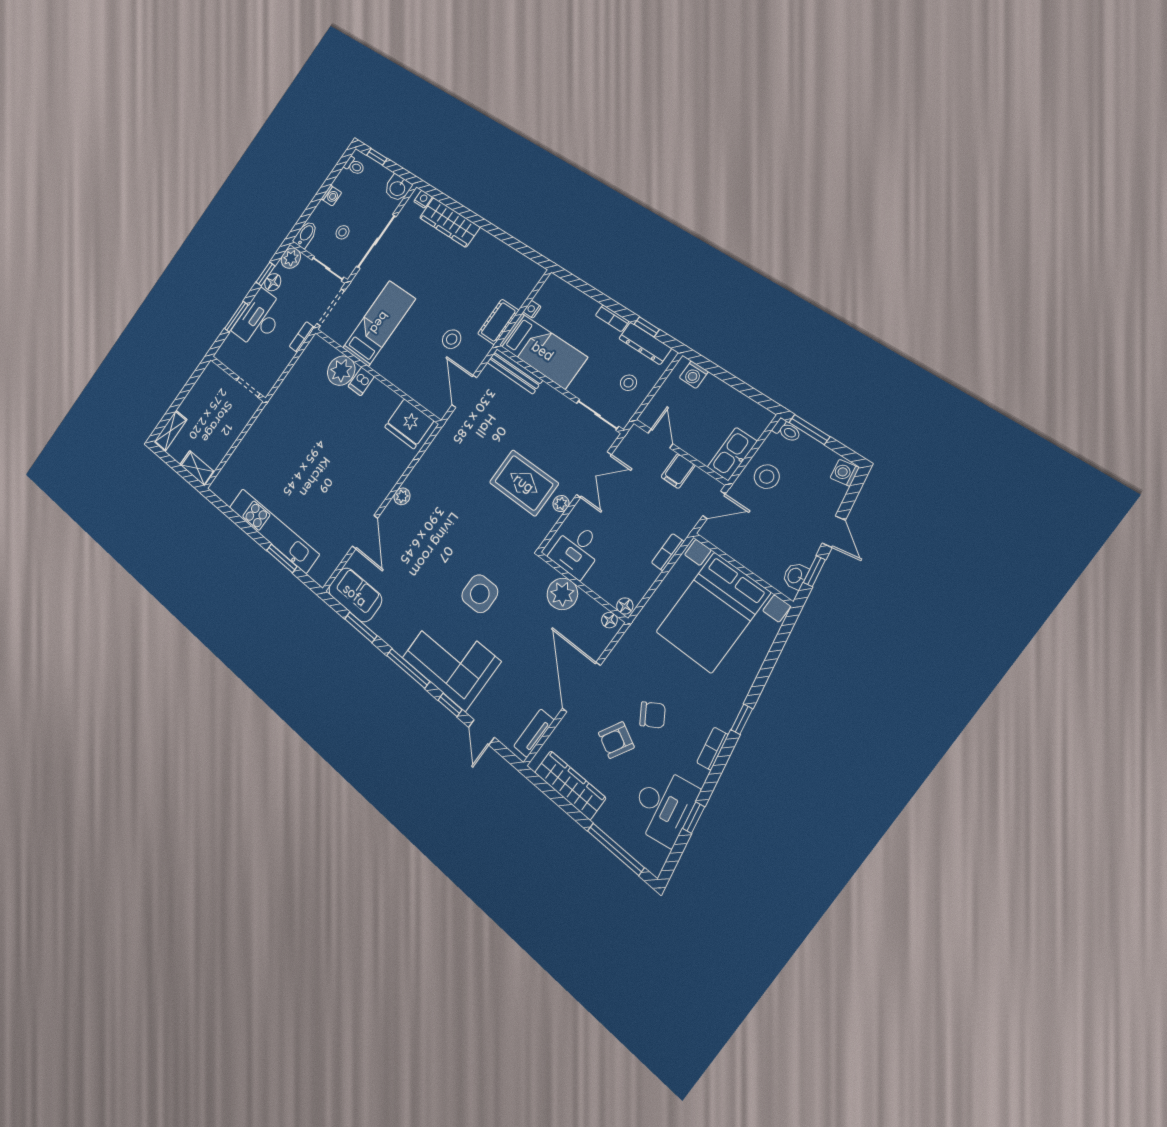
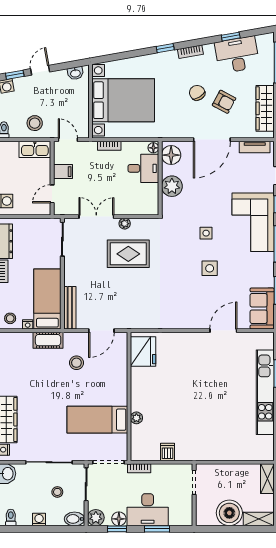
plant: (341, 371) -> (136, 418), width x0.53, depth x0.53
dishwasher: (361, 381) -> (168, 452), moved, turned -90
stool: (628, 383) -> (10, 318), moved
boiler: (197, 404) -> (229, 513), added
rug: (524, 483) -> (128, 254), turned 90
plant: (402, 496) -> (187, 323), removed
desk: (577, 550) -> (143, 168), moved
side table: (439, 568) -> (210, 268), added
window: (814, 571) -> (15, 75), moved
side table: (480, 594) -> (206, 233), width x0.54, depth x0.54
floor lamp: (609, 620) -> (171, 155), width x1.89, depth x1.89

